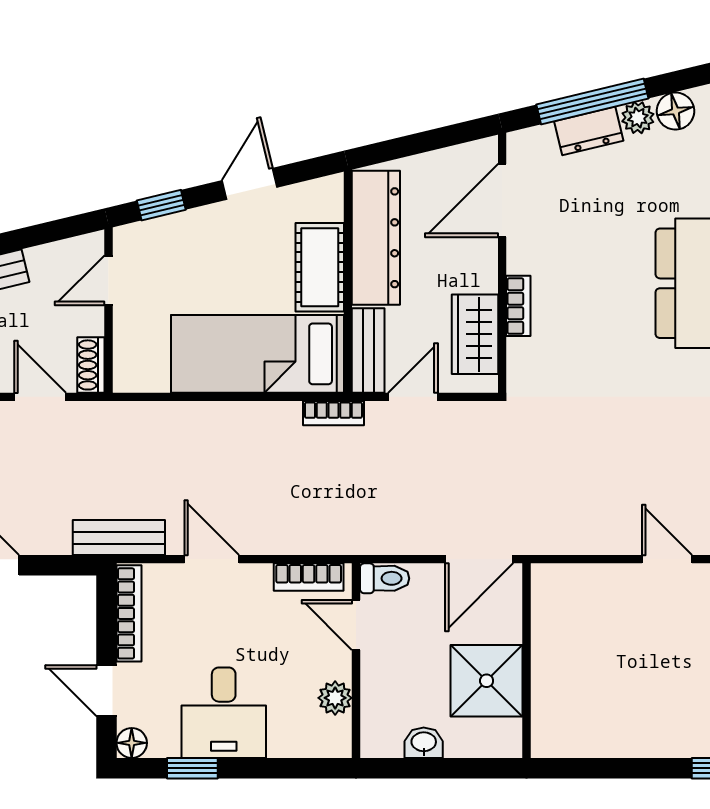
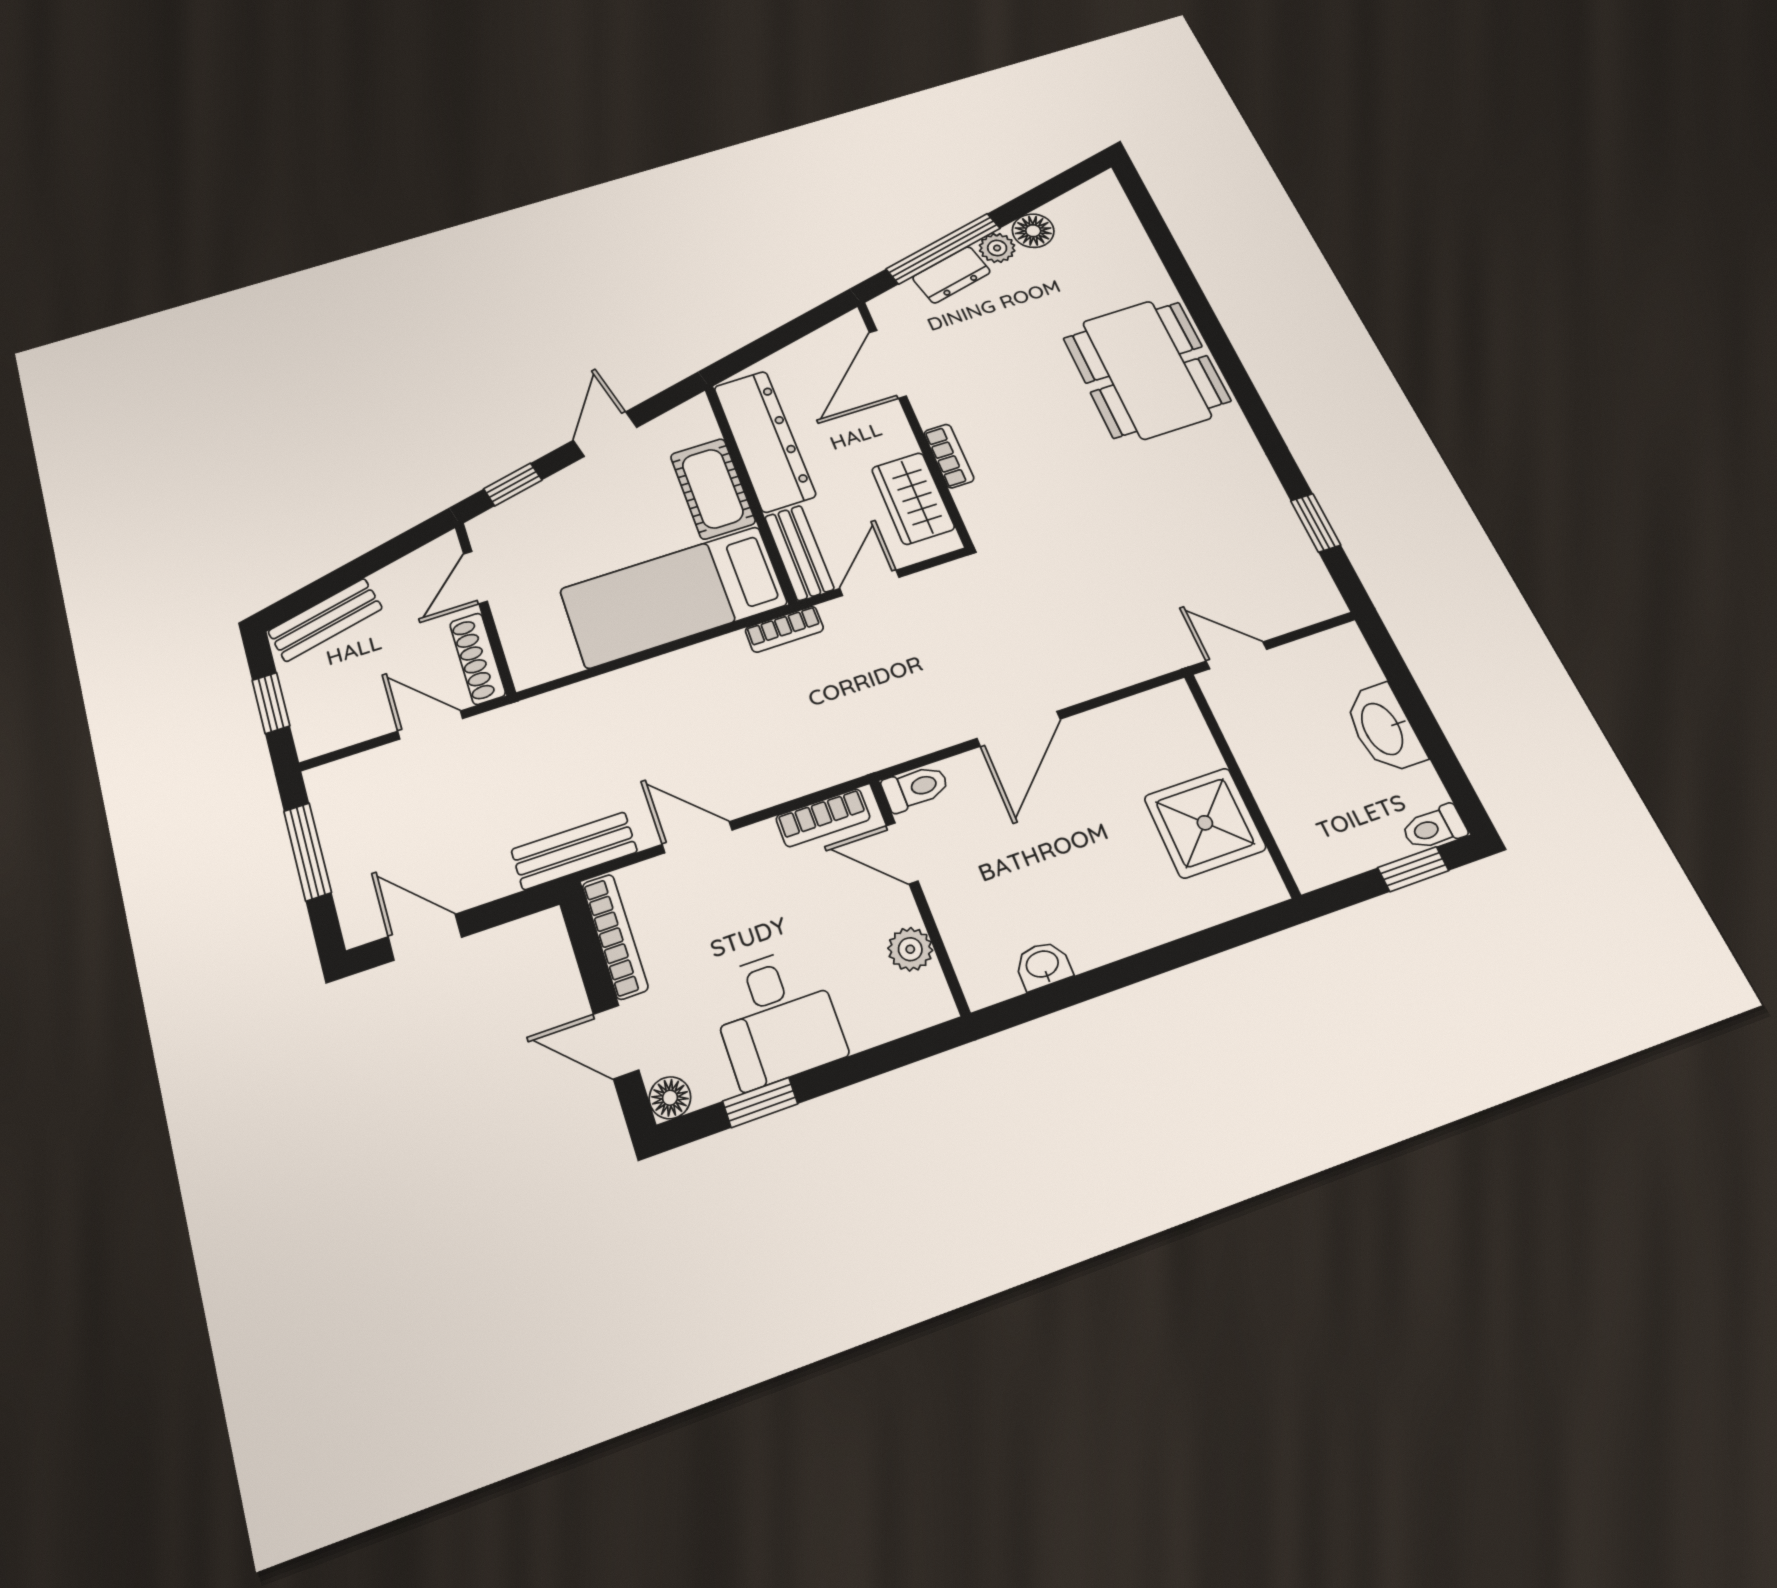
shoe rack: (91, 365) -> (478, 659), width x1.43
wall: (526, 661) -> (1241, 783), moved
shower: (487, 681) -> (1205, 823), moved

